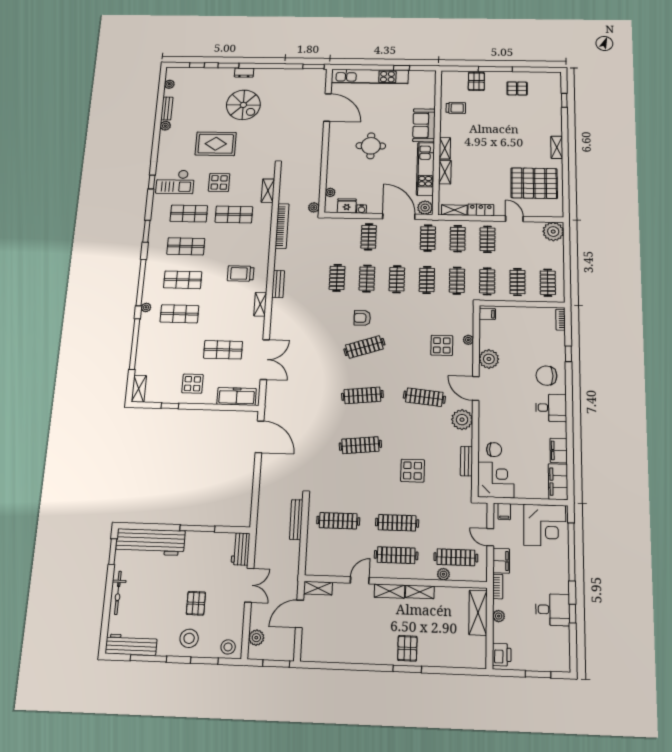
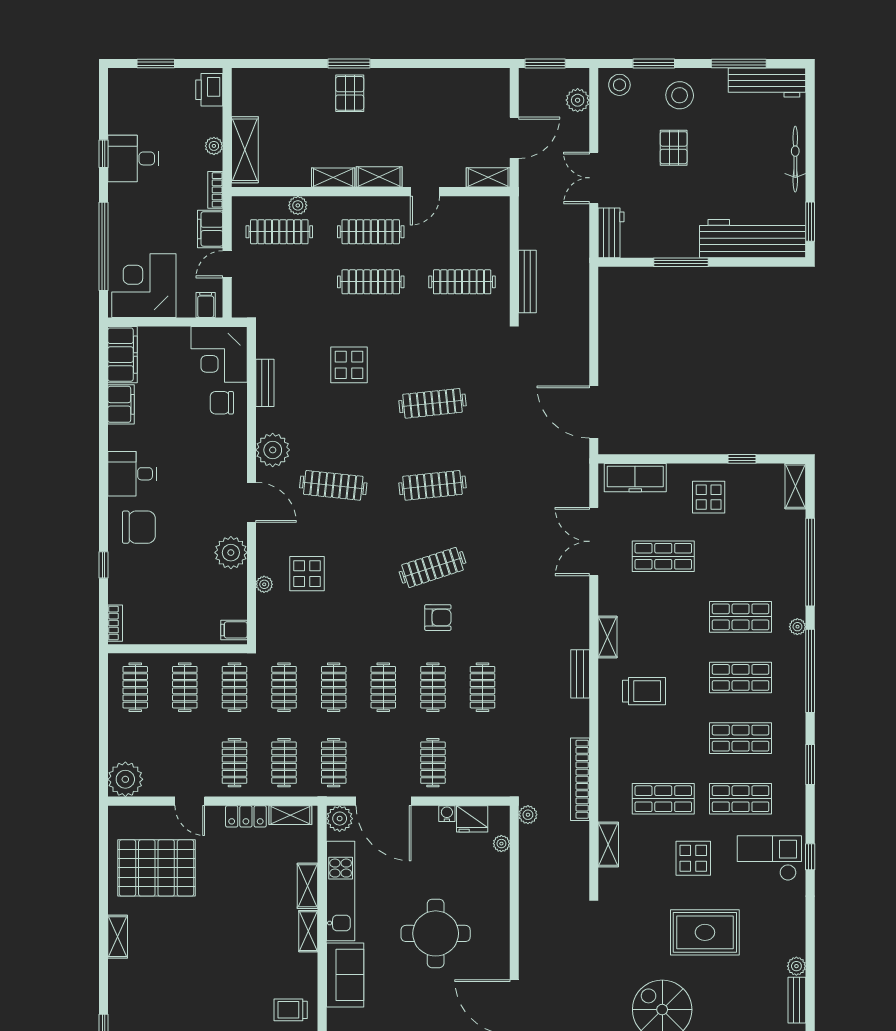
round table: (371, 146) -> (436, 933), width x1.36, depth x1.36
door: (490, 537) -> (227, 264), swing flipped

